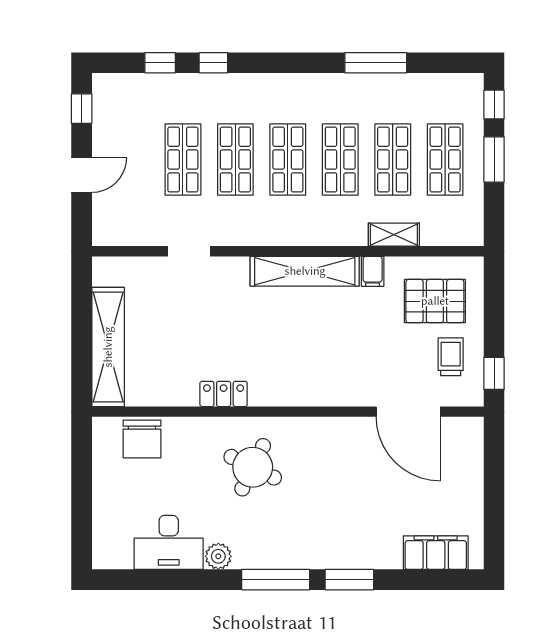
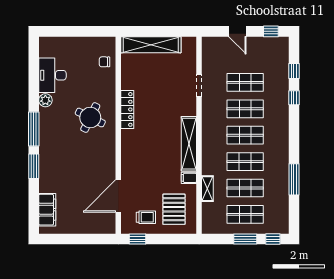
locker: (224, 394) -> (127, 109), width x1.53
chair: (142, 439) -> (104, 62), width x0.54, depth x0.54

